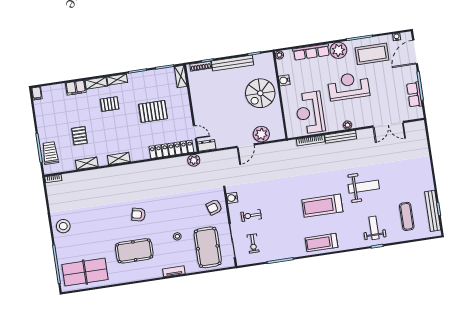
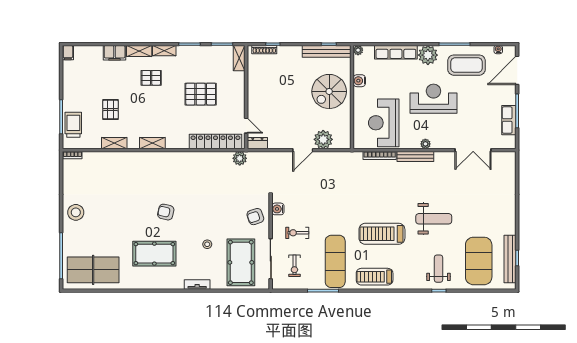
bench: (232, 63) -> (327, 51), moved
exercise mat: (407, 216) -> (479, 261), width x2.00, depth x1.45
exercise mat: (287, 235) -> (335, 261), added

